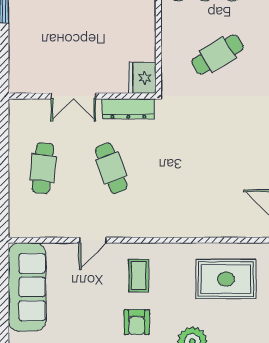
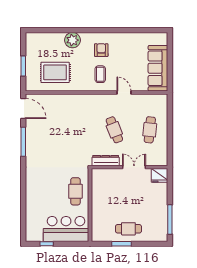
cafe table: (217, 55) -> (75, 191), moved, turned -59
fridge: (142, 78) -> (160, 175), moved, turned 90
door: (93, 240) -> (124, 92), hinge flipped

